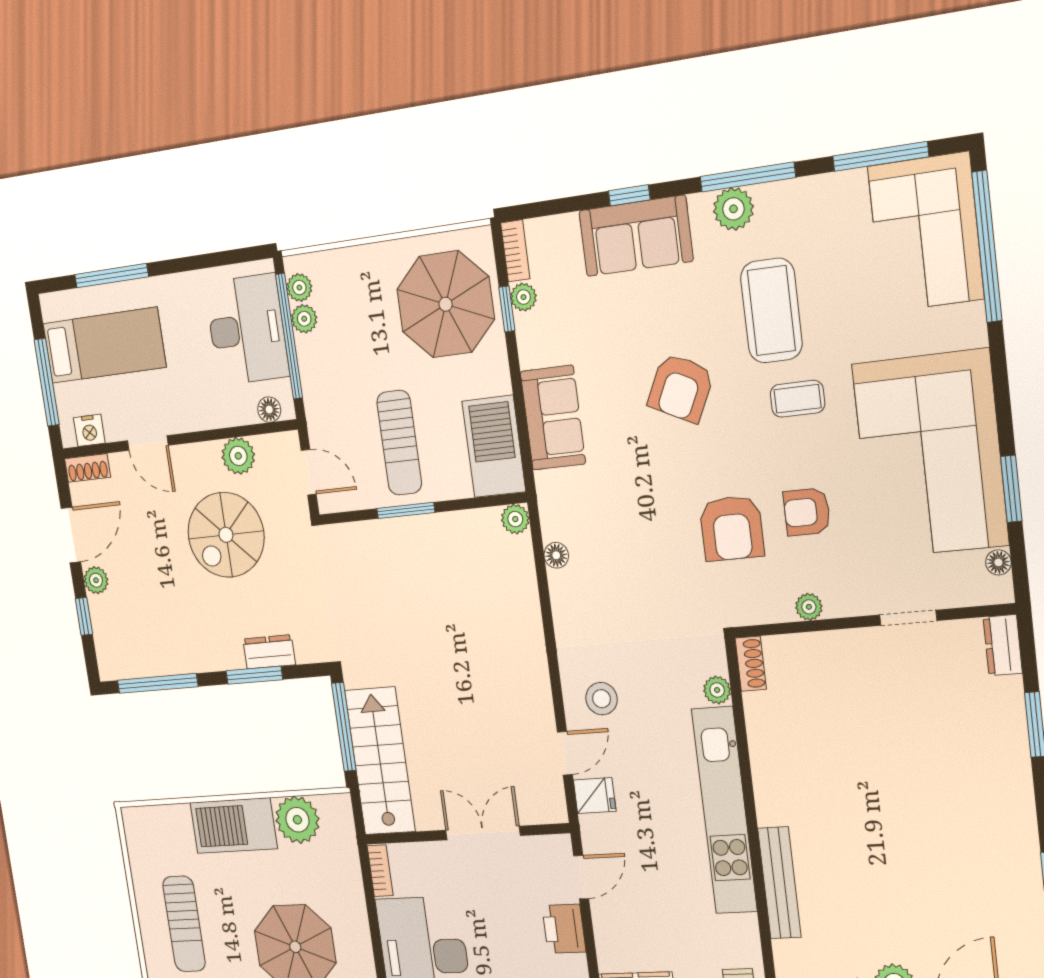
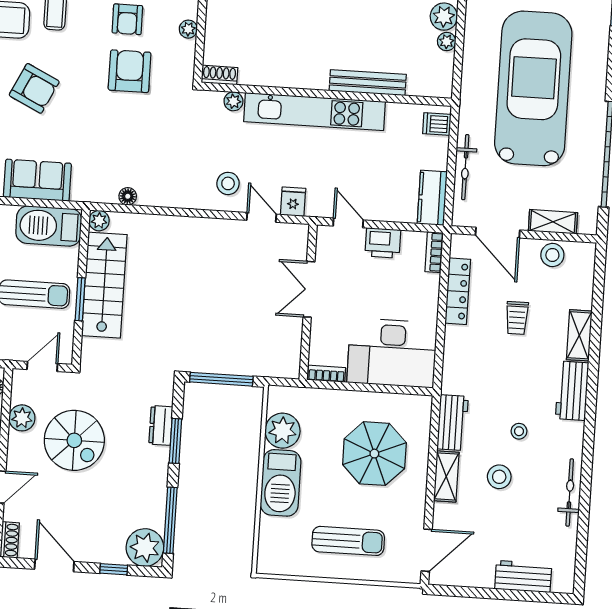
armchair: (732, 528) -> (130, 71), turned -90
plant: (96, 580) -> (145, 548), moved, width x1.87, depth x1.87
stairs: (380, 761) -> (104, 285), moved, turned 90

